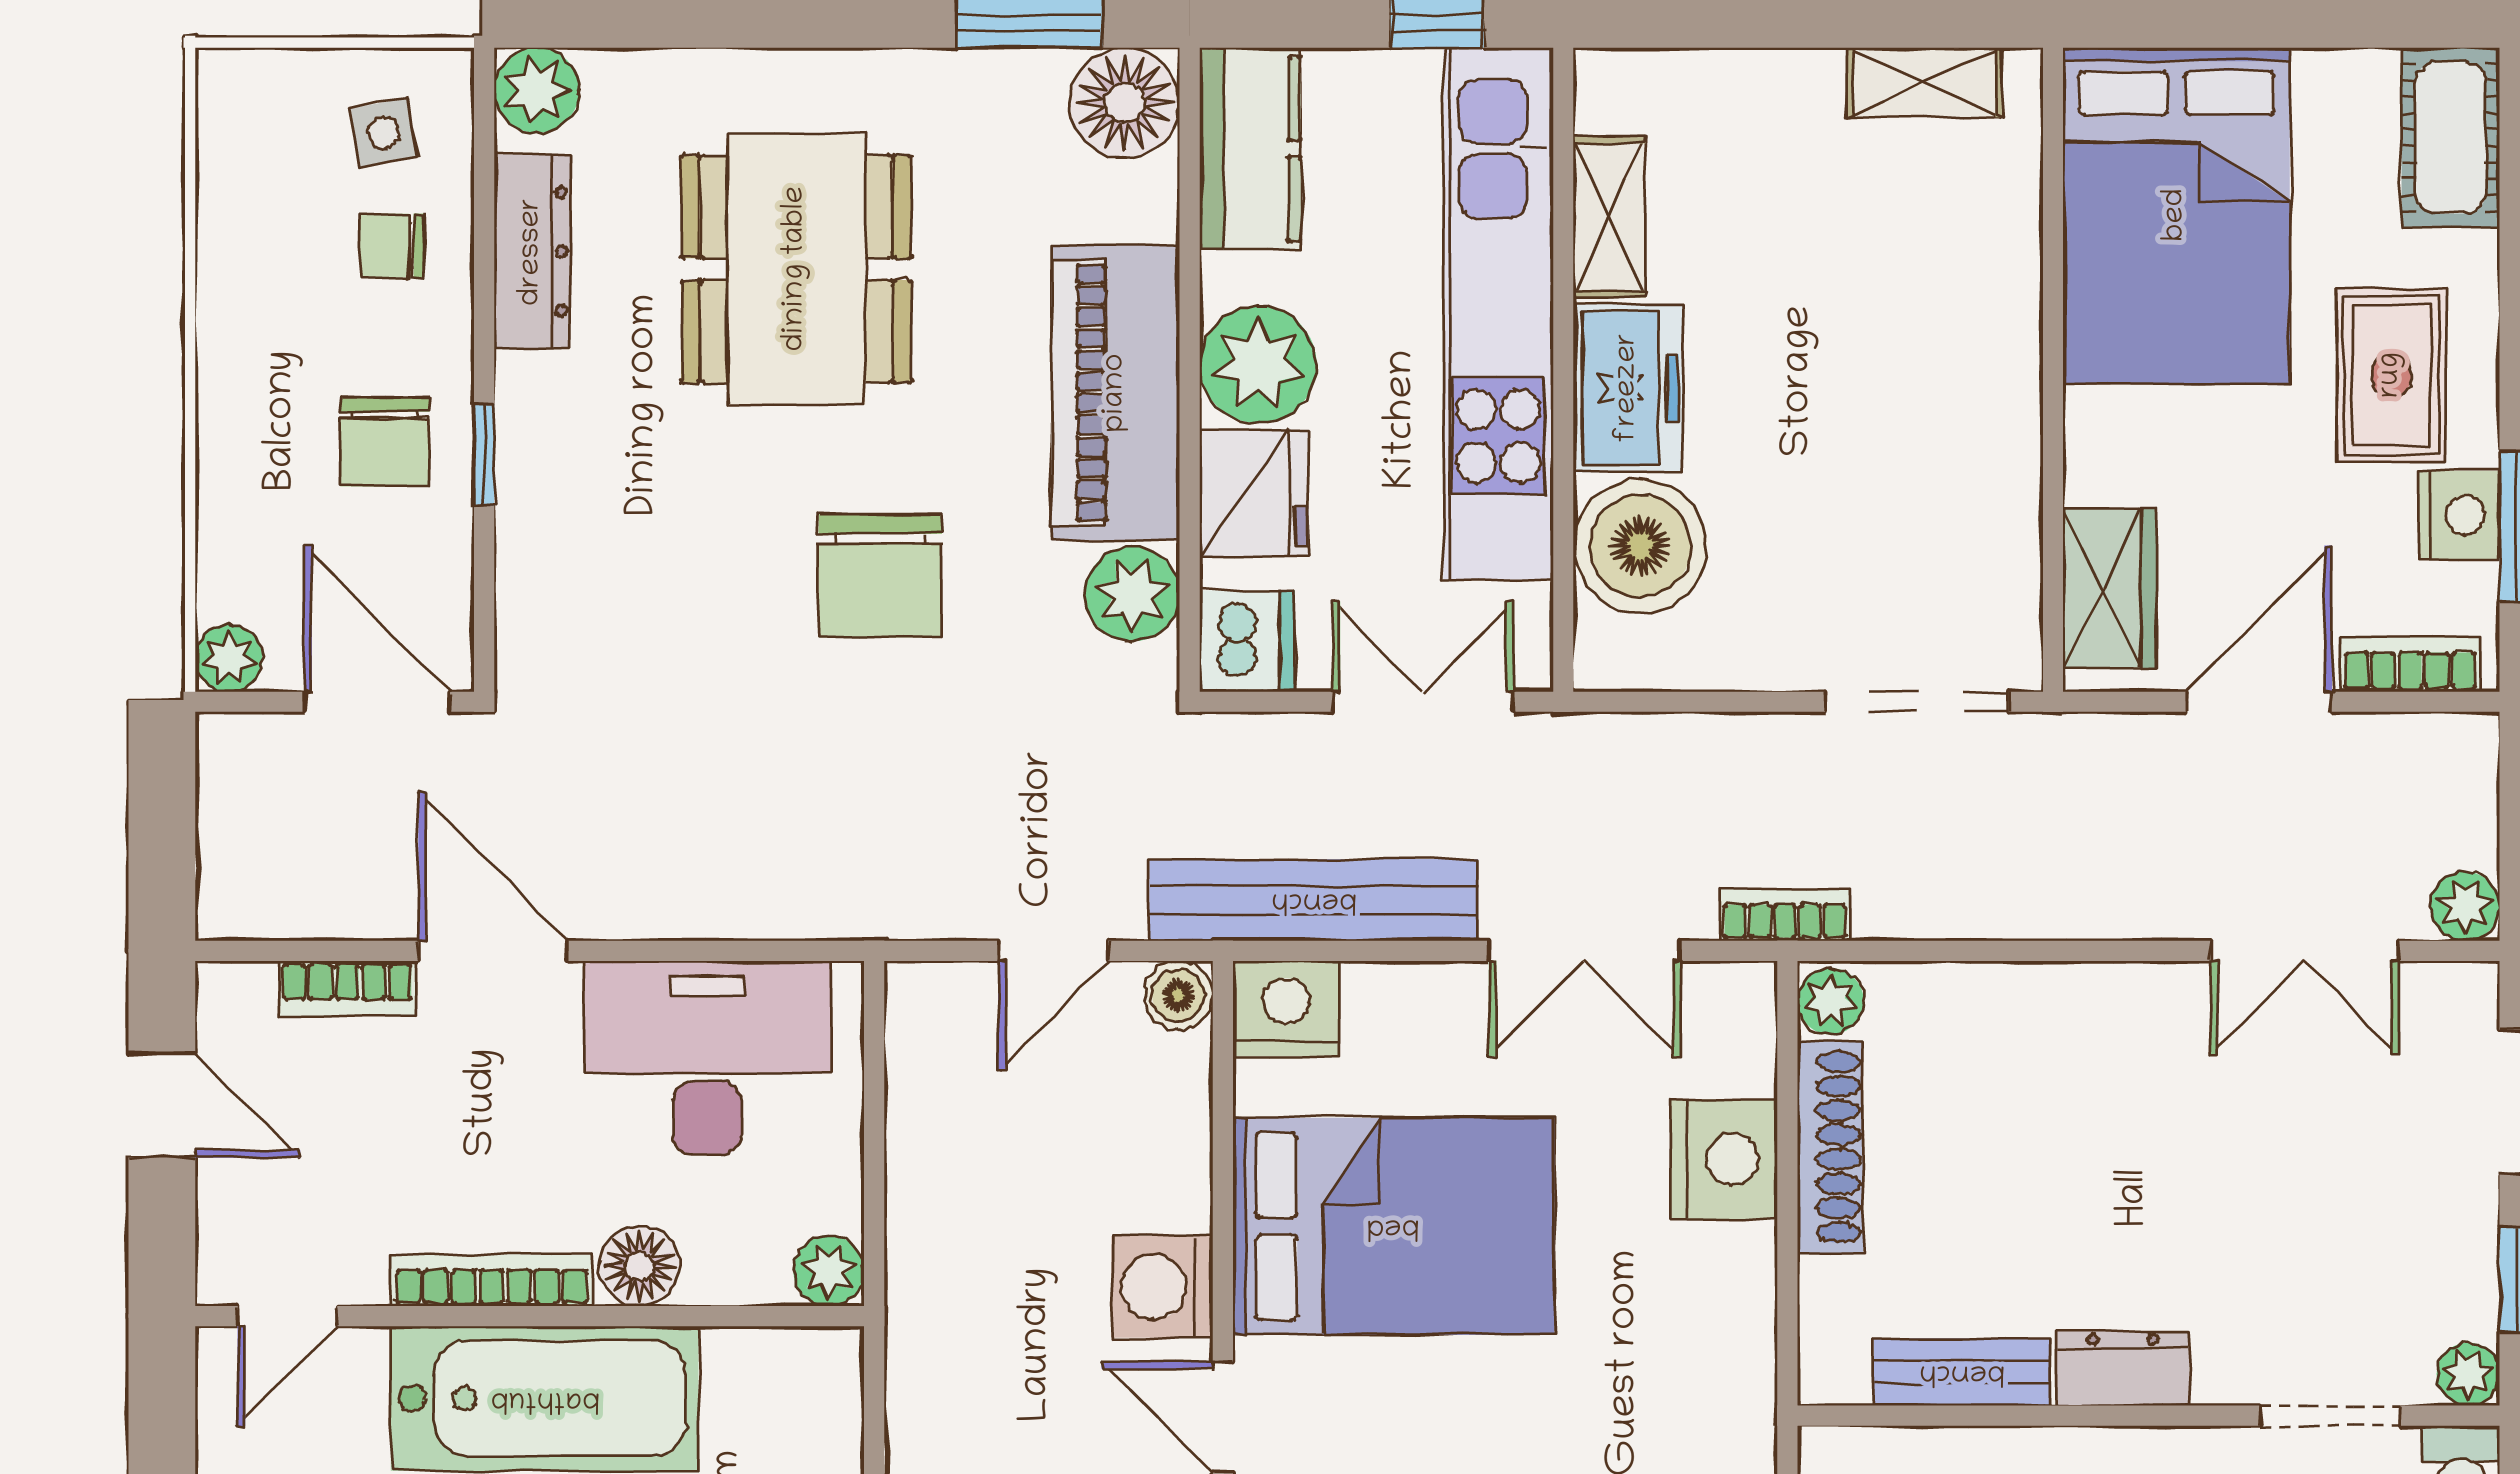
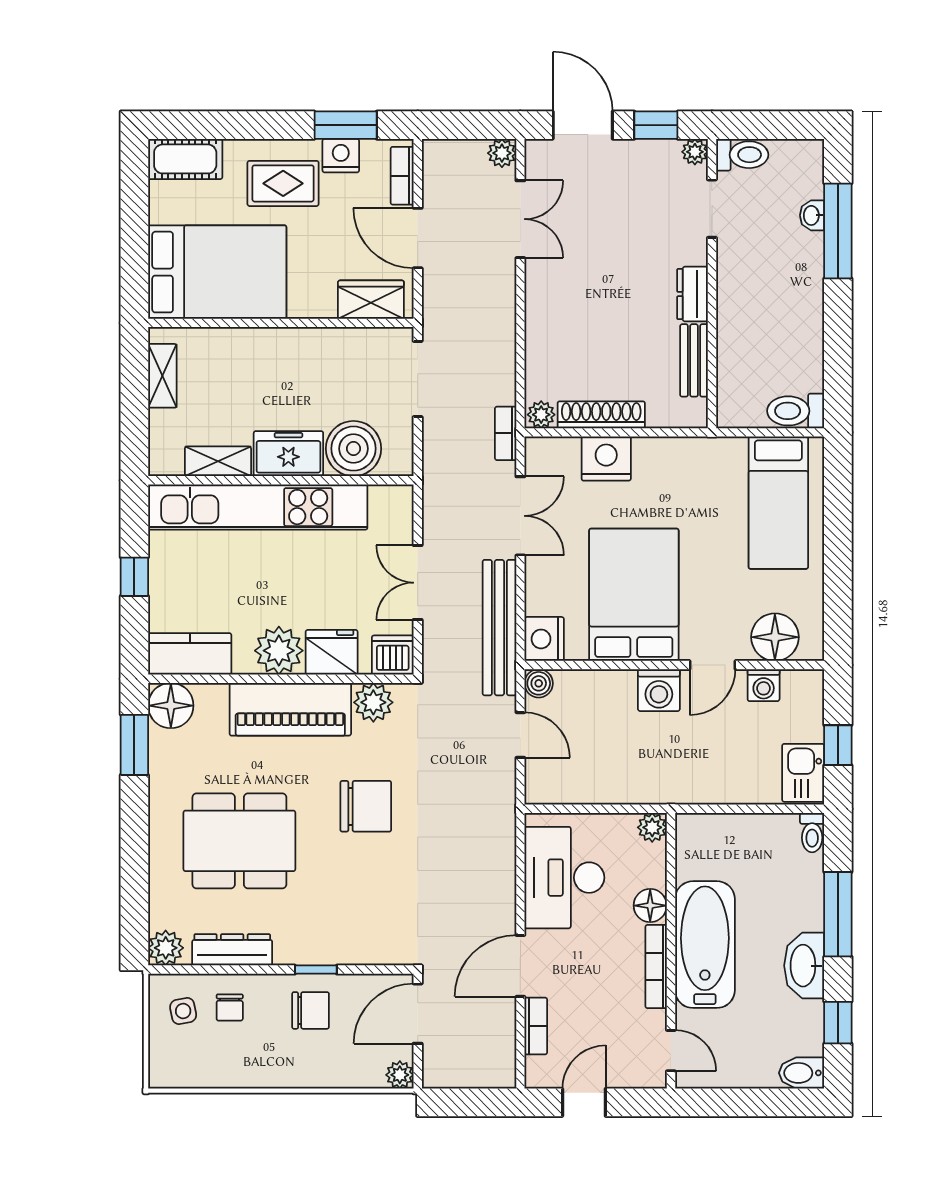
shelving: (1609, 217) -> (218, 461), moved
kitchen unit: (1498, 314) -> (258, 507), moved
wall: (1563, 370) -> (281, 480), moved
freezer: (1628, 388) -> (288, 454), moved
boiler: (1640, 546) -> (353, 449), moved

